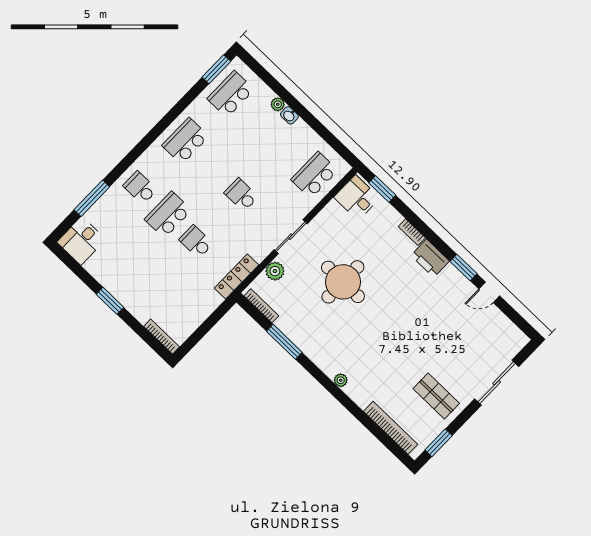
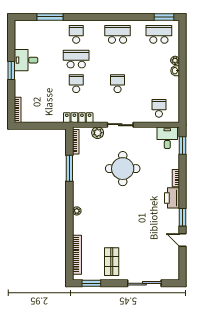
school desk: (314, 175) -> (159, 108), width x0.54
desk: (81, 241) -> (26, 60), moved

